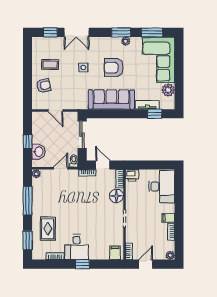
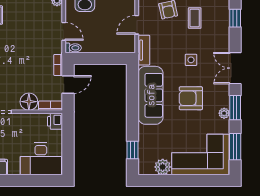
double door: (77, 32) -> (235, 68), moved
armchair: (114, 68) -> (191, 98), turned -90
tv unit: (147, 105) -> (144, 50), moved
sliding door: (82, 135) -> (106, 58), removed

